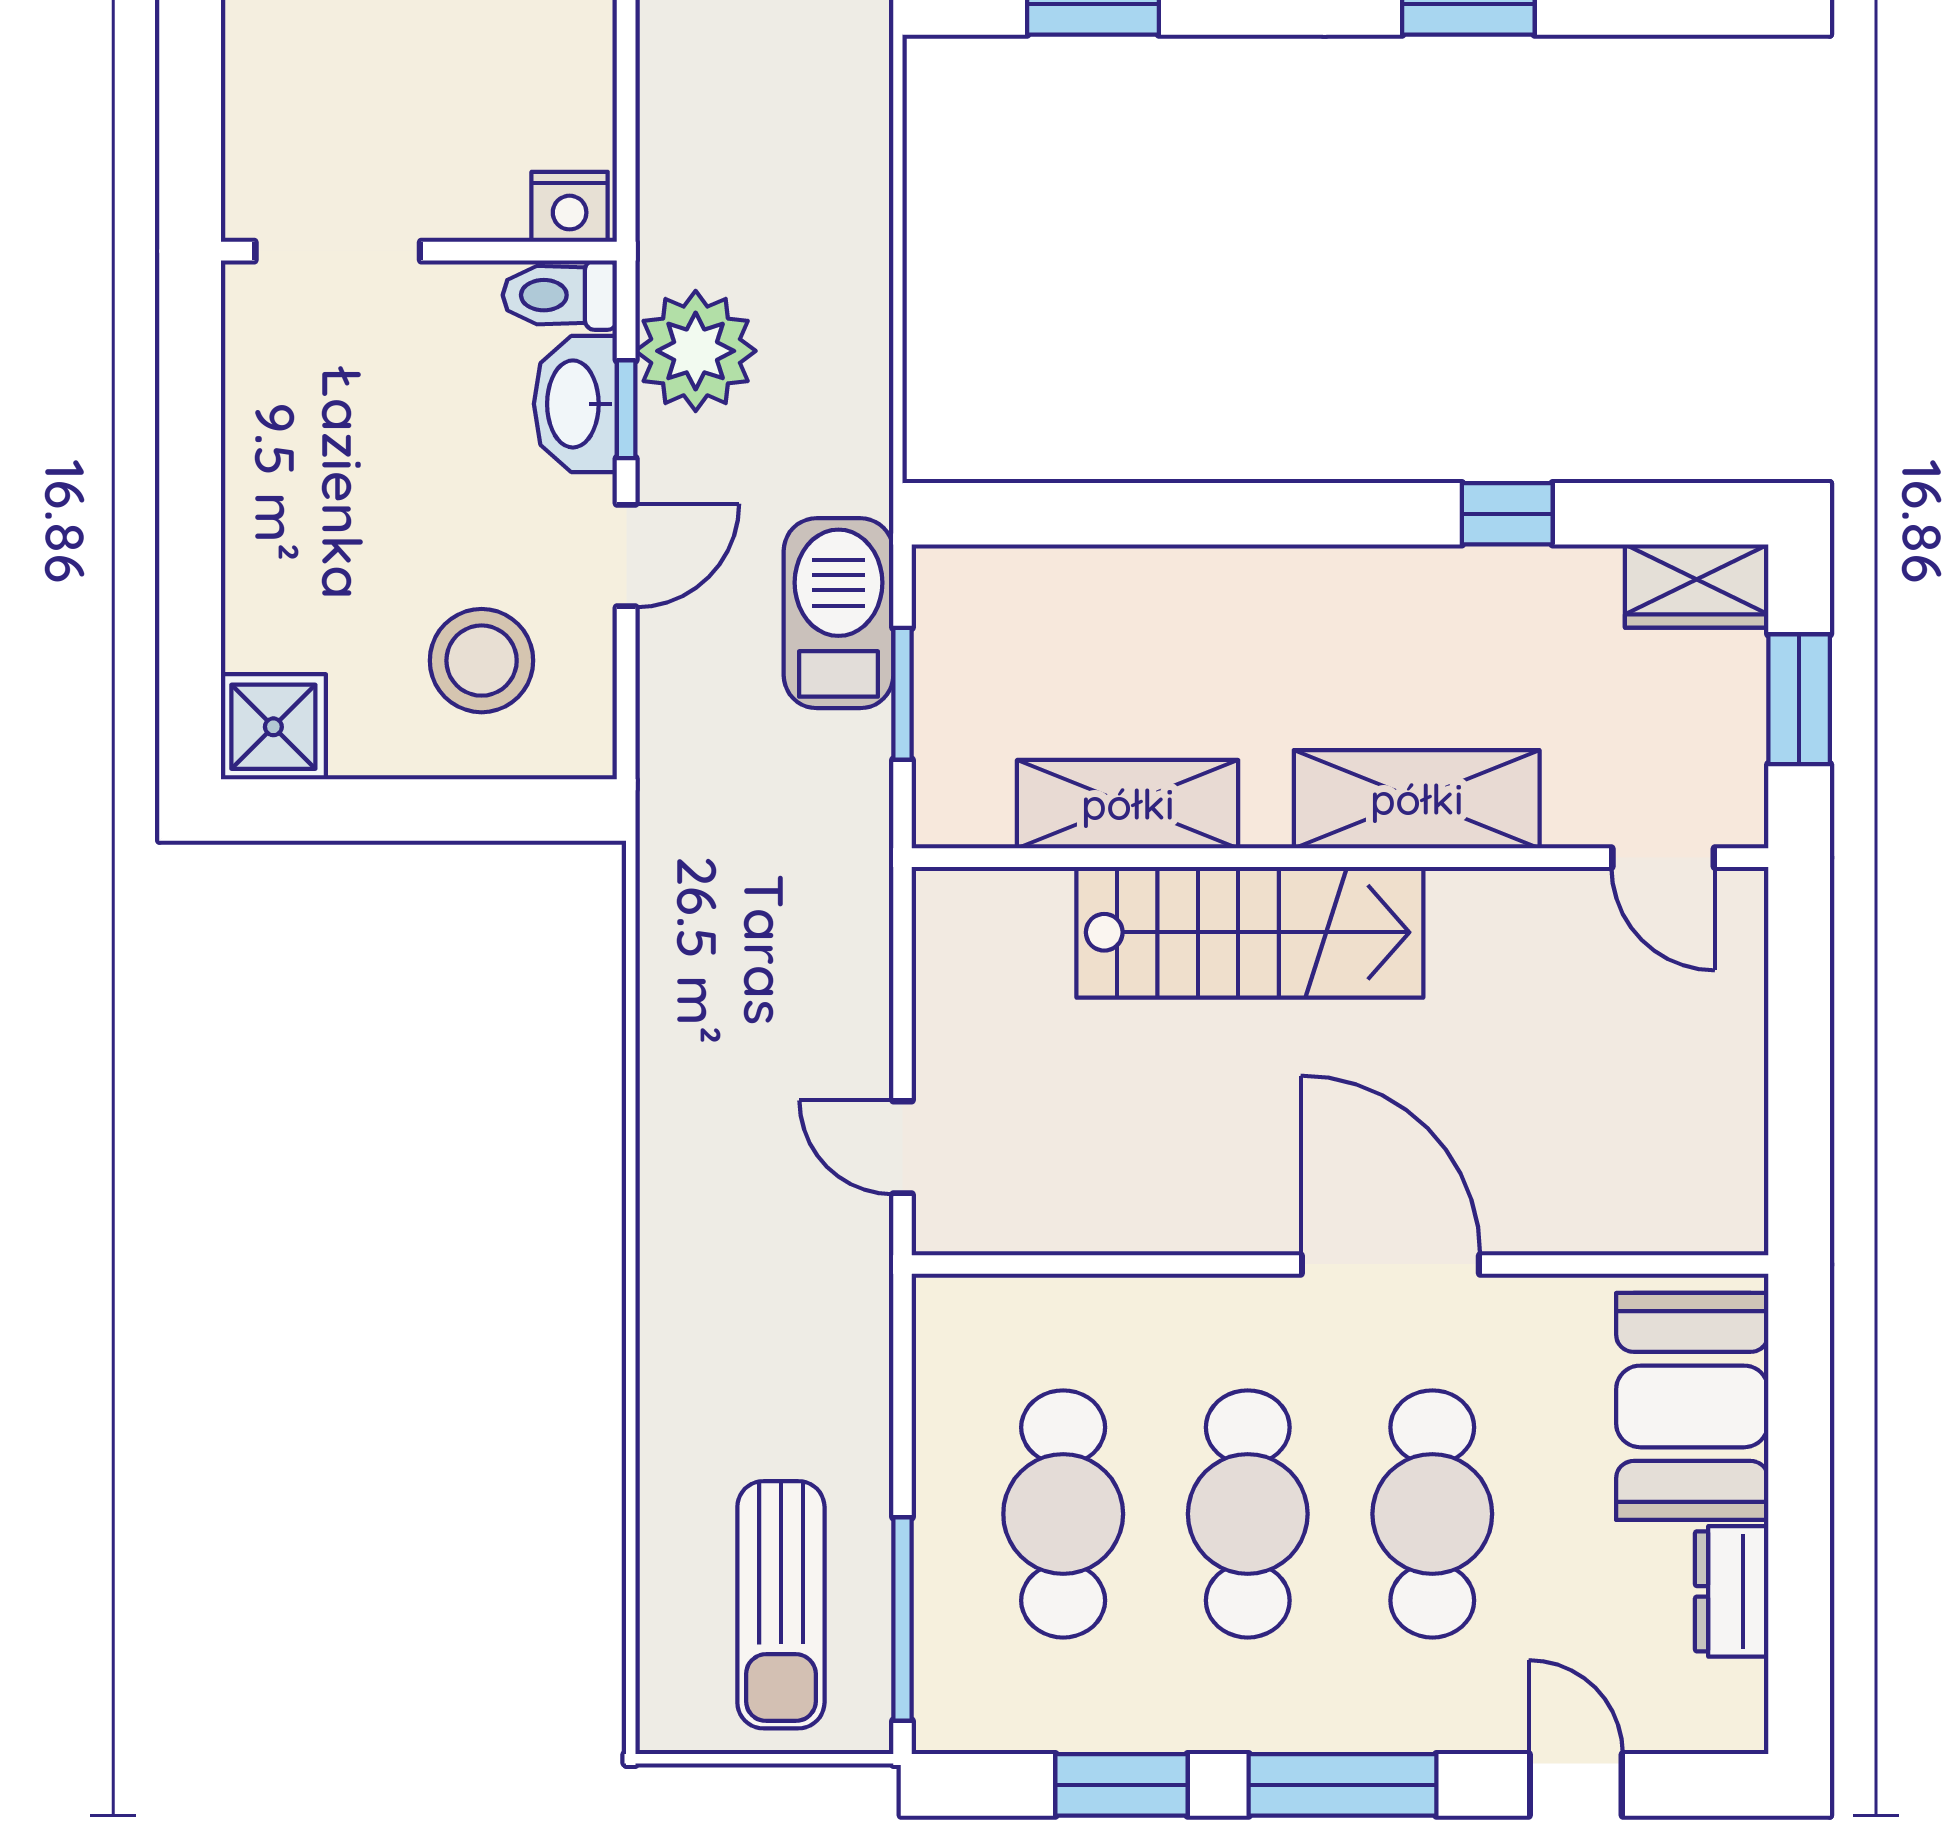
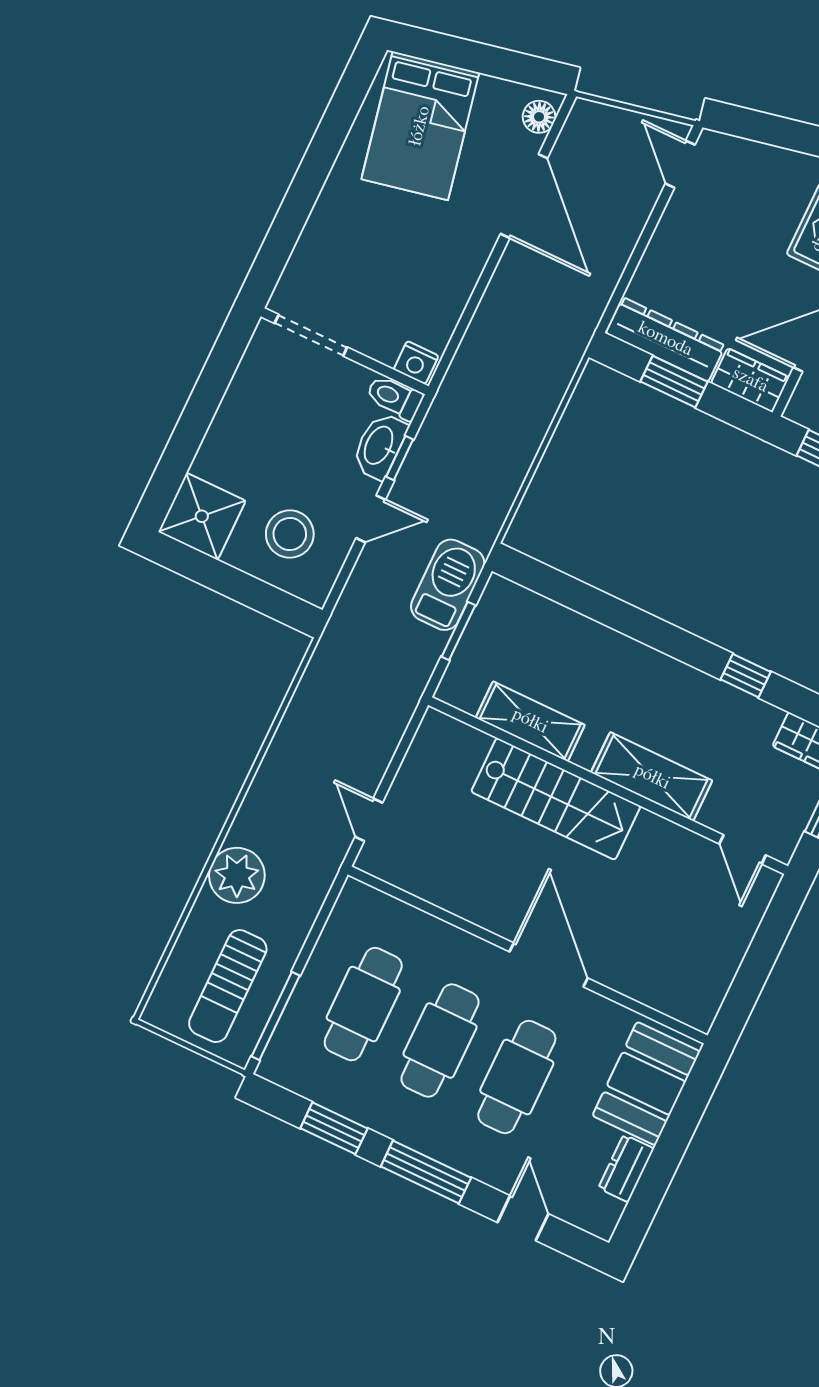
plant: (696, 351) -> (237, 875), moved
shower: (273, 727) -> (202, 516), width x1.36, depth x1.36

